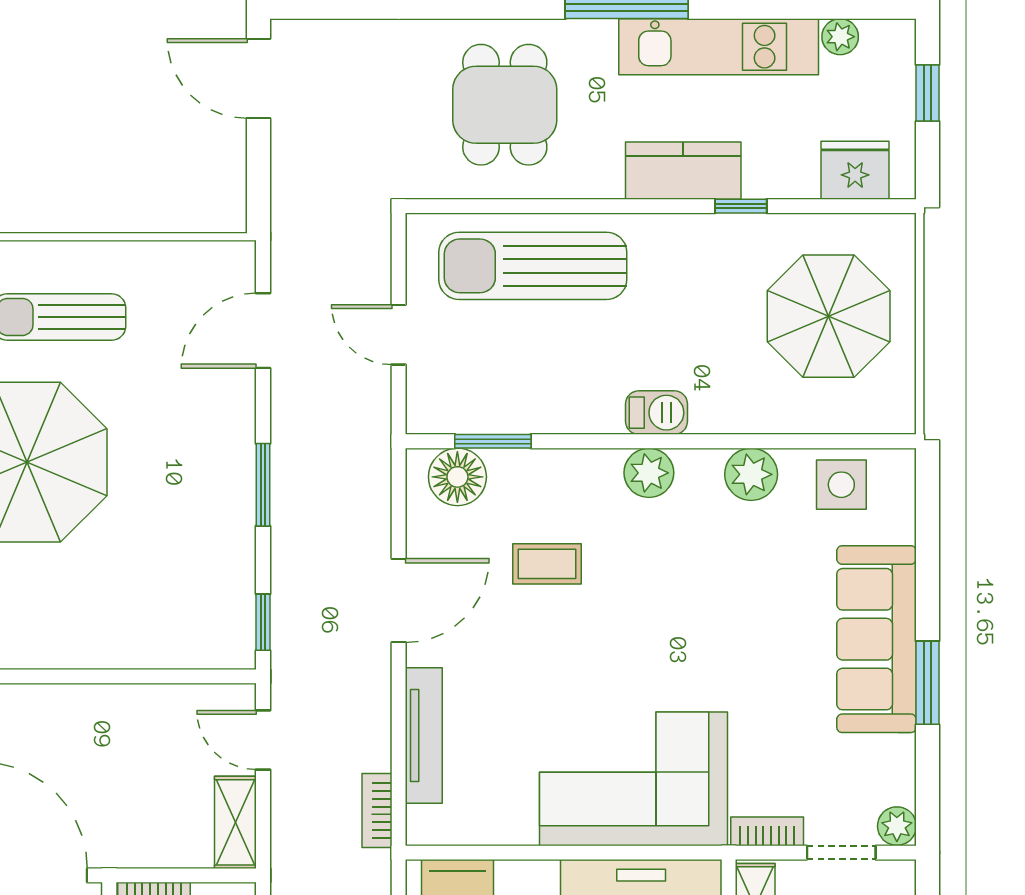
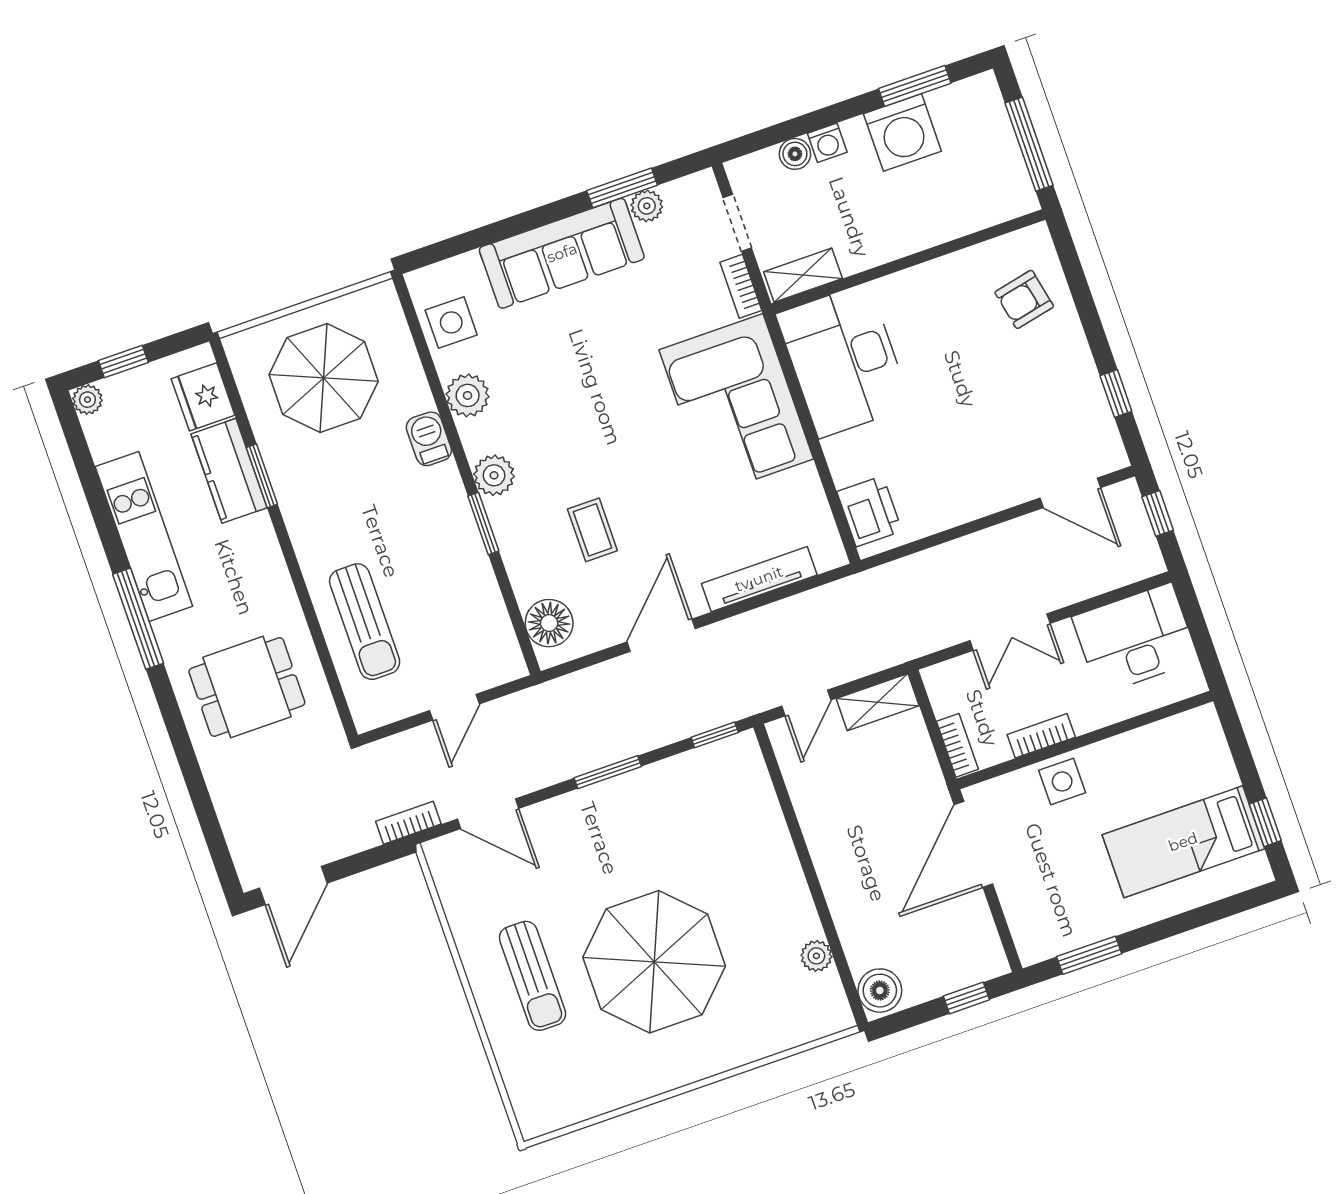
plant: (840, 37) -> (87, 400), moved
kitchen counter: (683, 171) -> (229, 471), moved
window: (741, 206) -> (262, 476), width x1.50
sun lounger: (533, 266) -> (365, 622), width x0.73, depth x0.75
barbecue: (657, 413) -> (429, 439), moved
window: (493, 441) -> (483, 524), moved
door: (399, 601) -> (661, 635), hinge flipped
window: (928, 683) -> (622, 188), moved
bookcase: (377, 810) -> (408, 823), moved, turned 180
plant: (897, 826) -> (647, 206), moved

